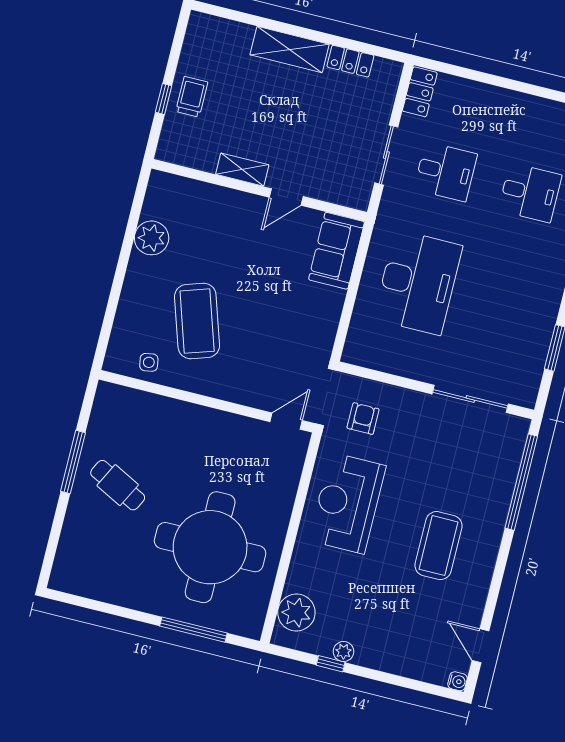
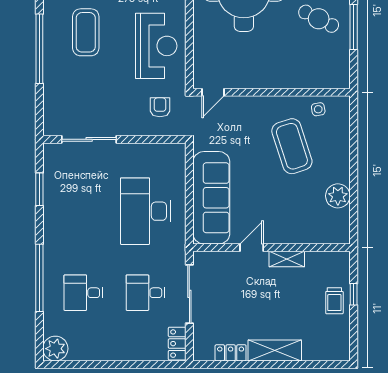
sliding door: (386, 155) -> (189, 294), width x1.37
sofa: (337, 251) -> (211, 198), width x1.85, depth x1.27
armchair: (363, 419) -> (160, 107), turned 180
window: (521, 482) -> (39, 49), moved

